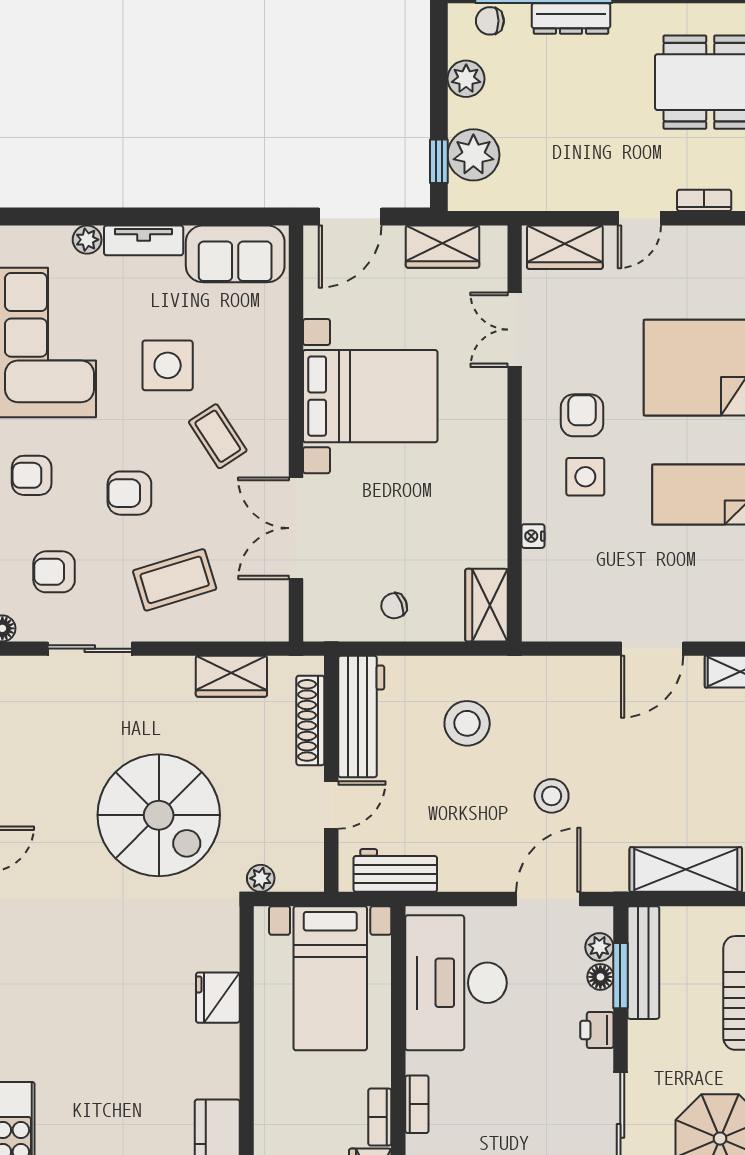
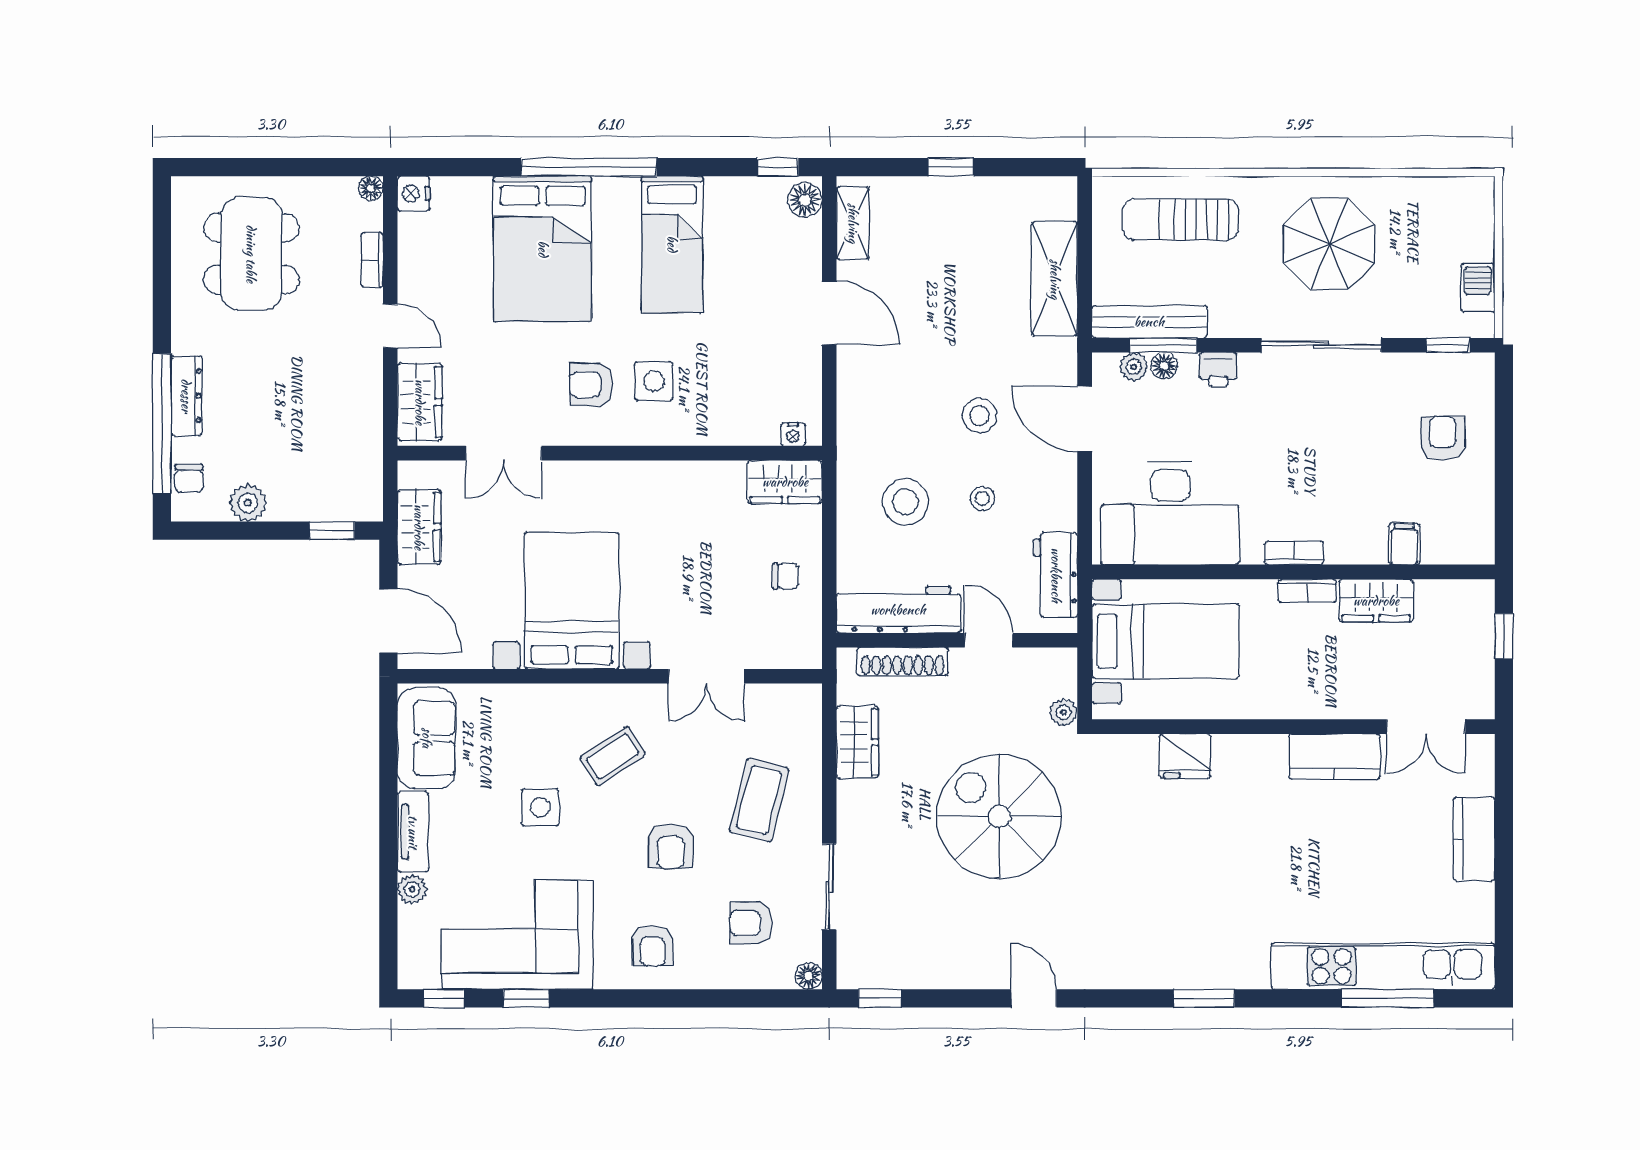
plant: (473, 155) -> (326, 495), removed
side table: (168, 365) -> (540, 807), width x0.73, depth x0.73
double door: (296, 528) -> (706, 676), width x0.73
nightstand: (533, 536) -> (793, 434), moved
armchair: (54, 572) -> (751, 923), turned 90
coffee table: (175, 580) -> (759, 800), turned 31
chair: (394, 606) -> (786, 576), turned -70
stool: (470, 799) -> (982, 498), added
spiral stairs: (159, 815) -> (999, 816), turned -90

